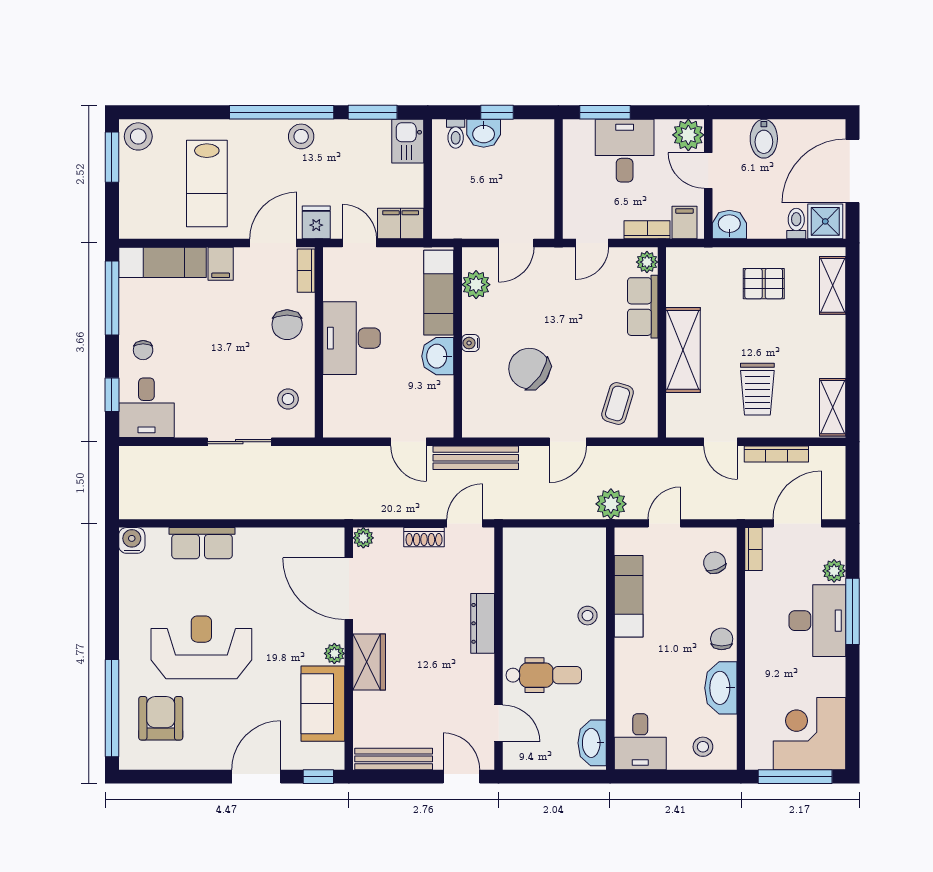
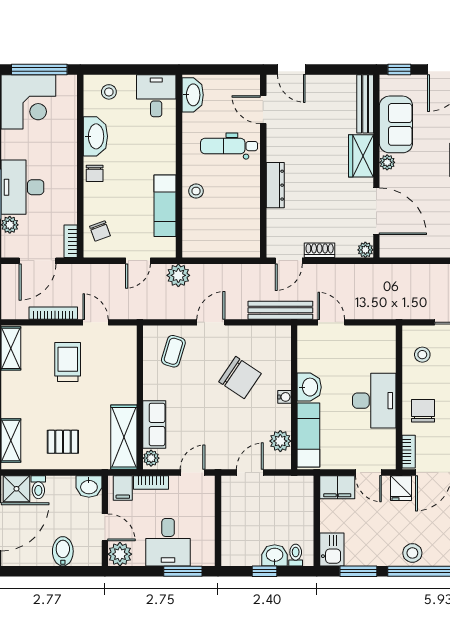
shelving: (683, 350) -> (124, 437), moved
bench: (394, 759) -> (365, 104), moved, turned 90

